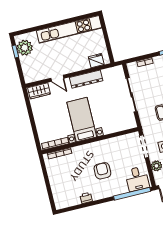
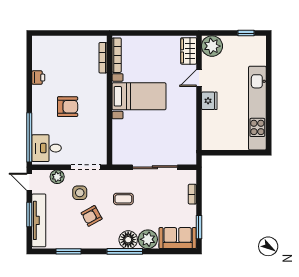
plant: (25, 48) -> (212, 46), moved
fridge: (96, 61) -> (209, 101), moved
dresser: (86, 79) -> (189, 114), removed

